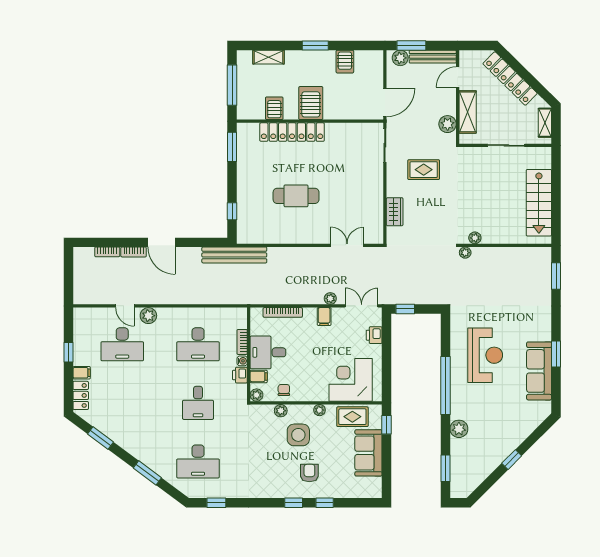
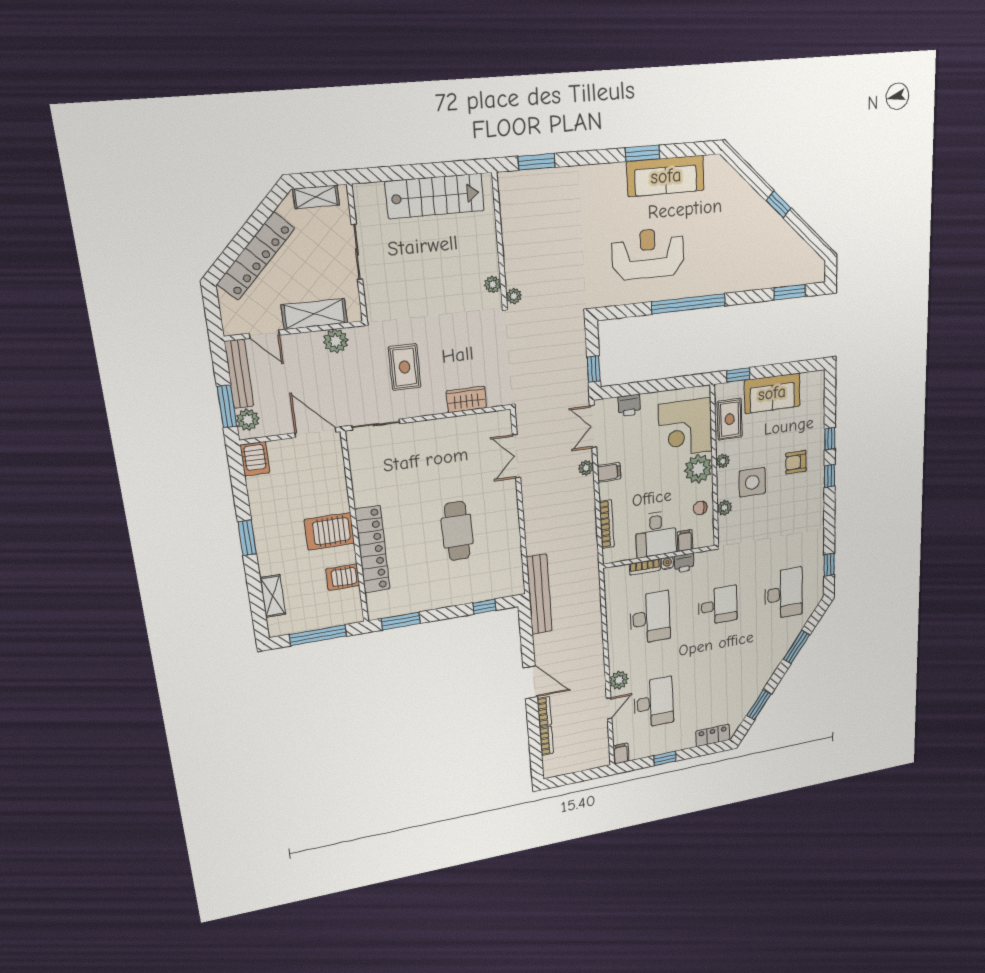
server rack: (345, 62) -> (255, 459), moved, turned 90
door: (162, 242) -> (530, 682), hinge flipped
filing cabinet: (82, 373) -> (621, 754), moved
plant: (257, 395) -> (698, 469), moved, width x1.88, depth x1.88
plant: (459, 429) -> (742, 280), removed

